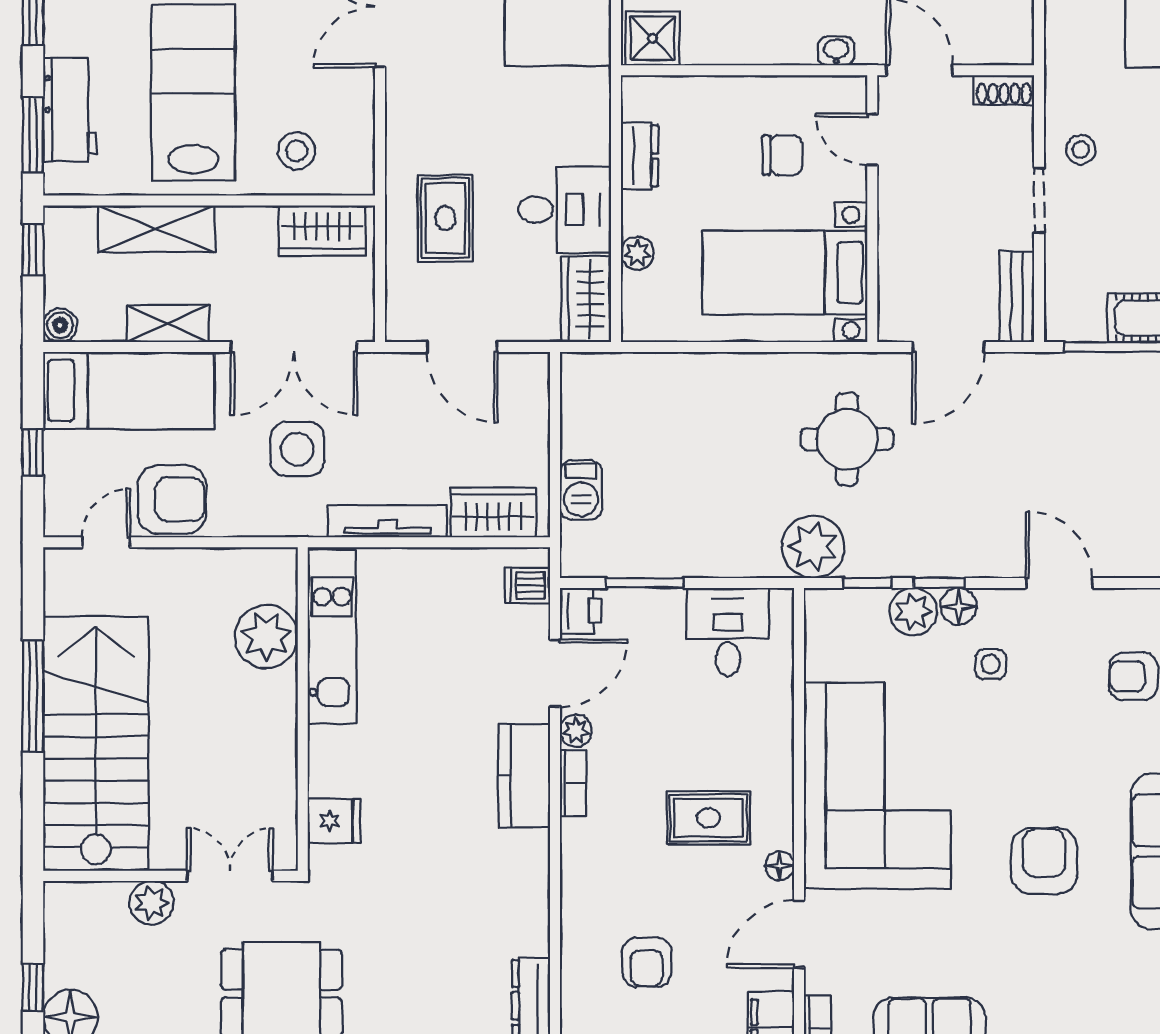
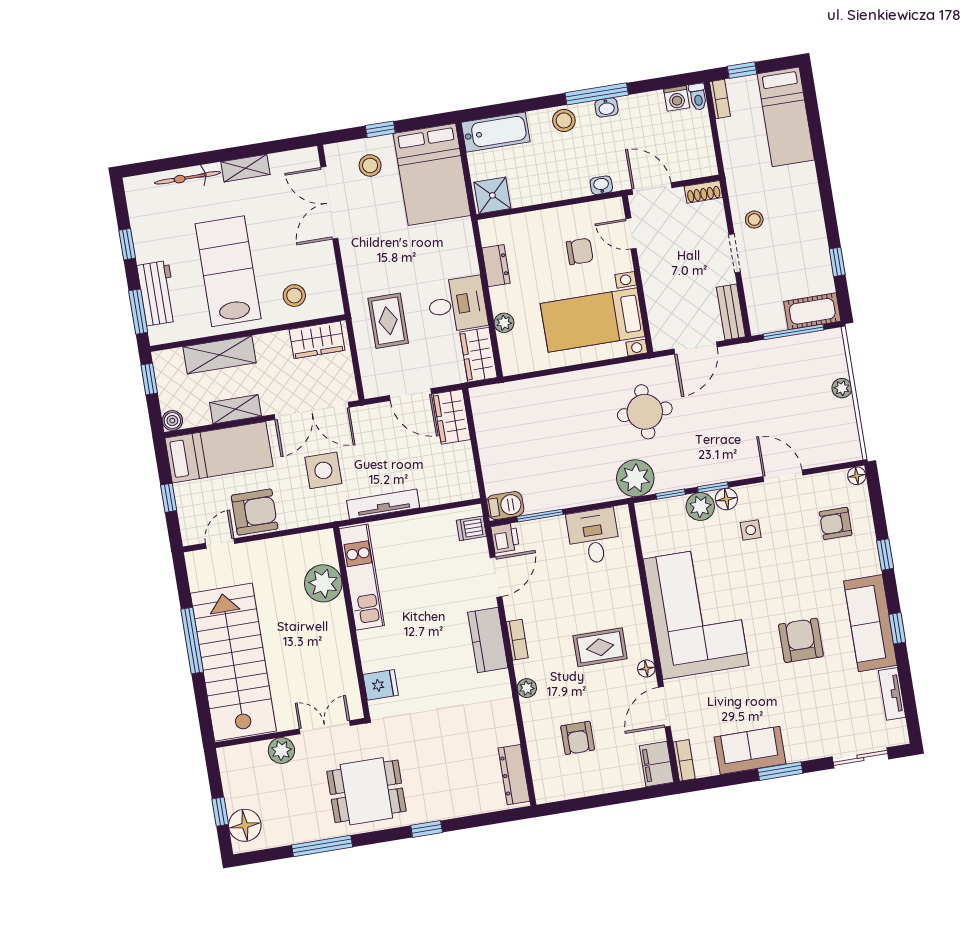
barbecue: (581, 490) -> (505, 506), moved, turned -90
wardrobe: (493, 512) -> (452, 417), moved, turned -90
plant: (576, 731) -> (527, 688), moved

